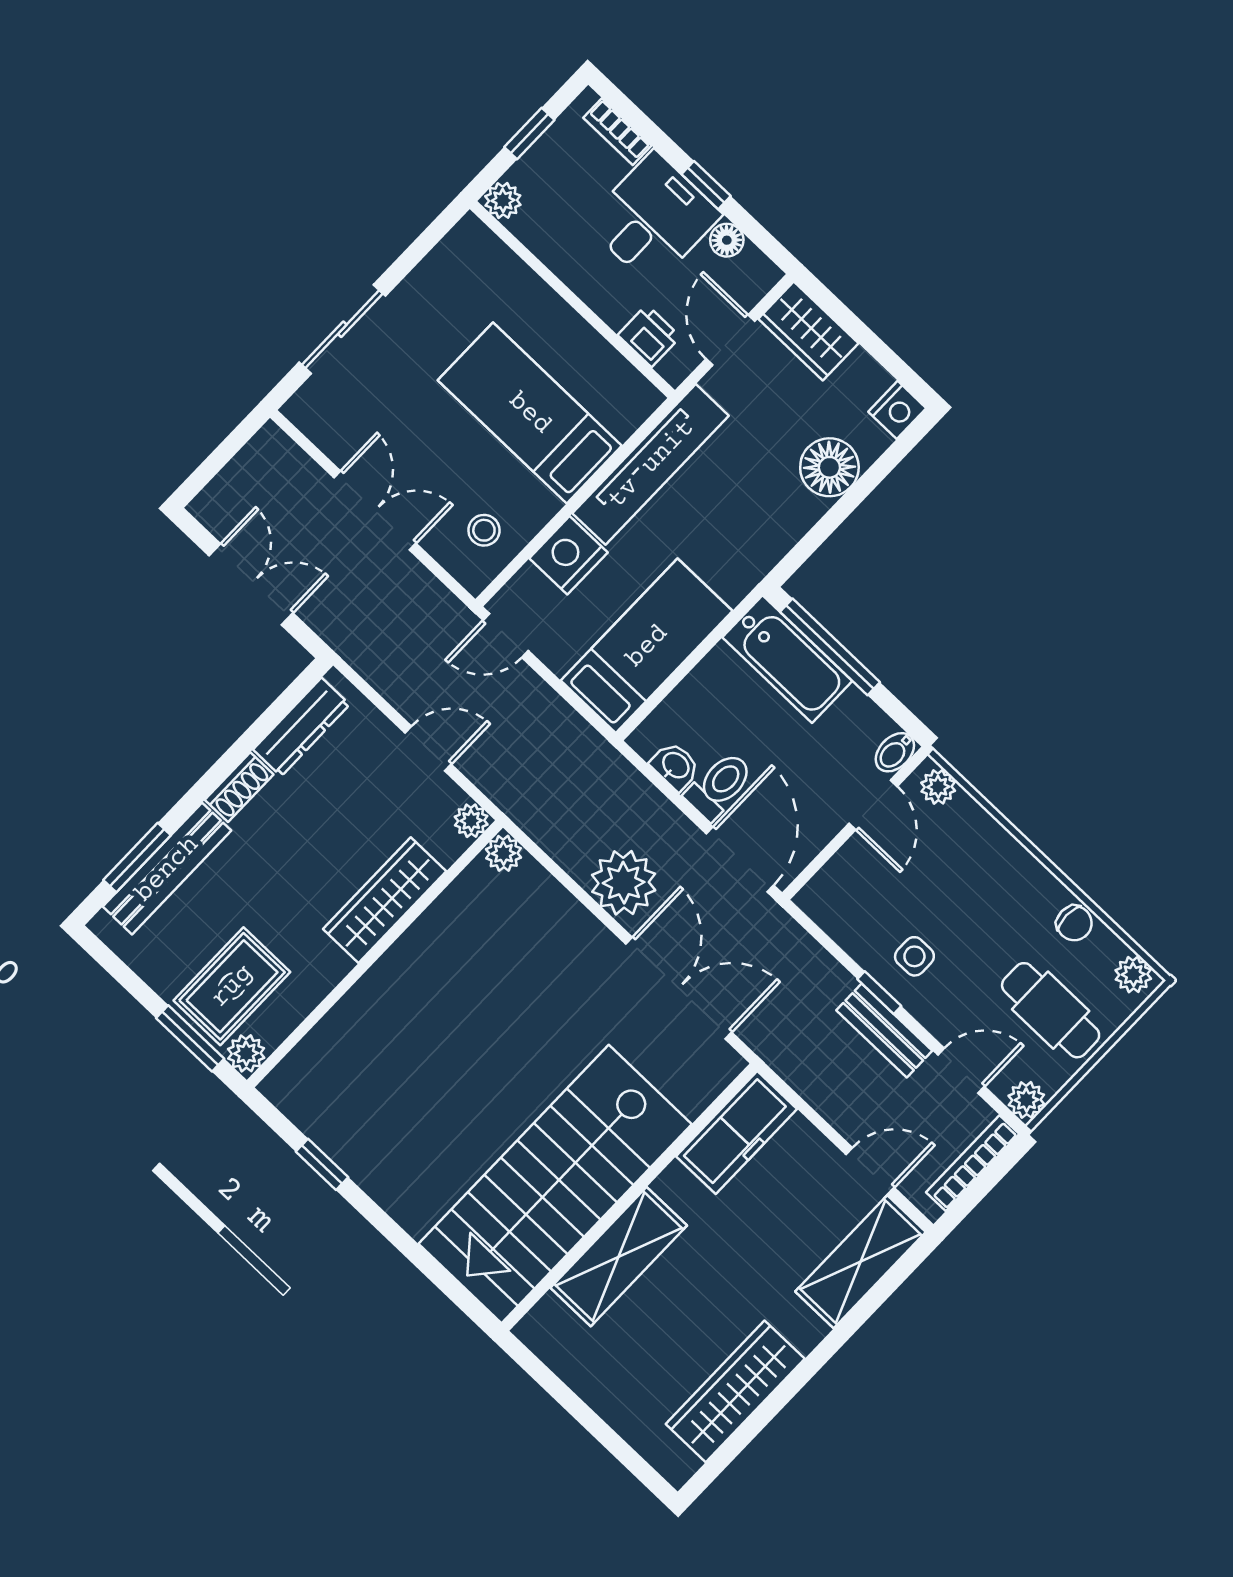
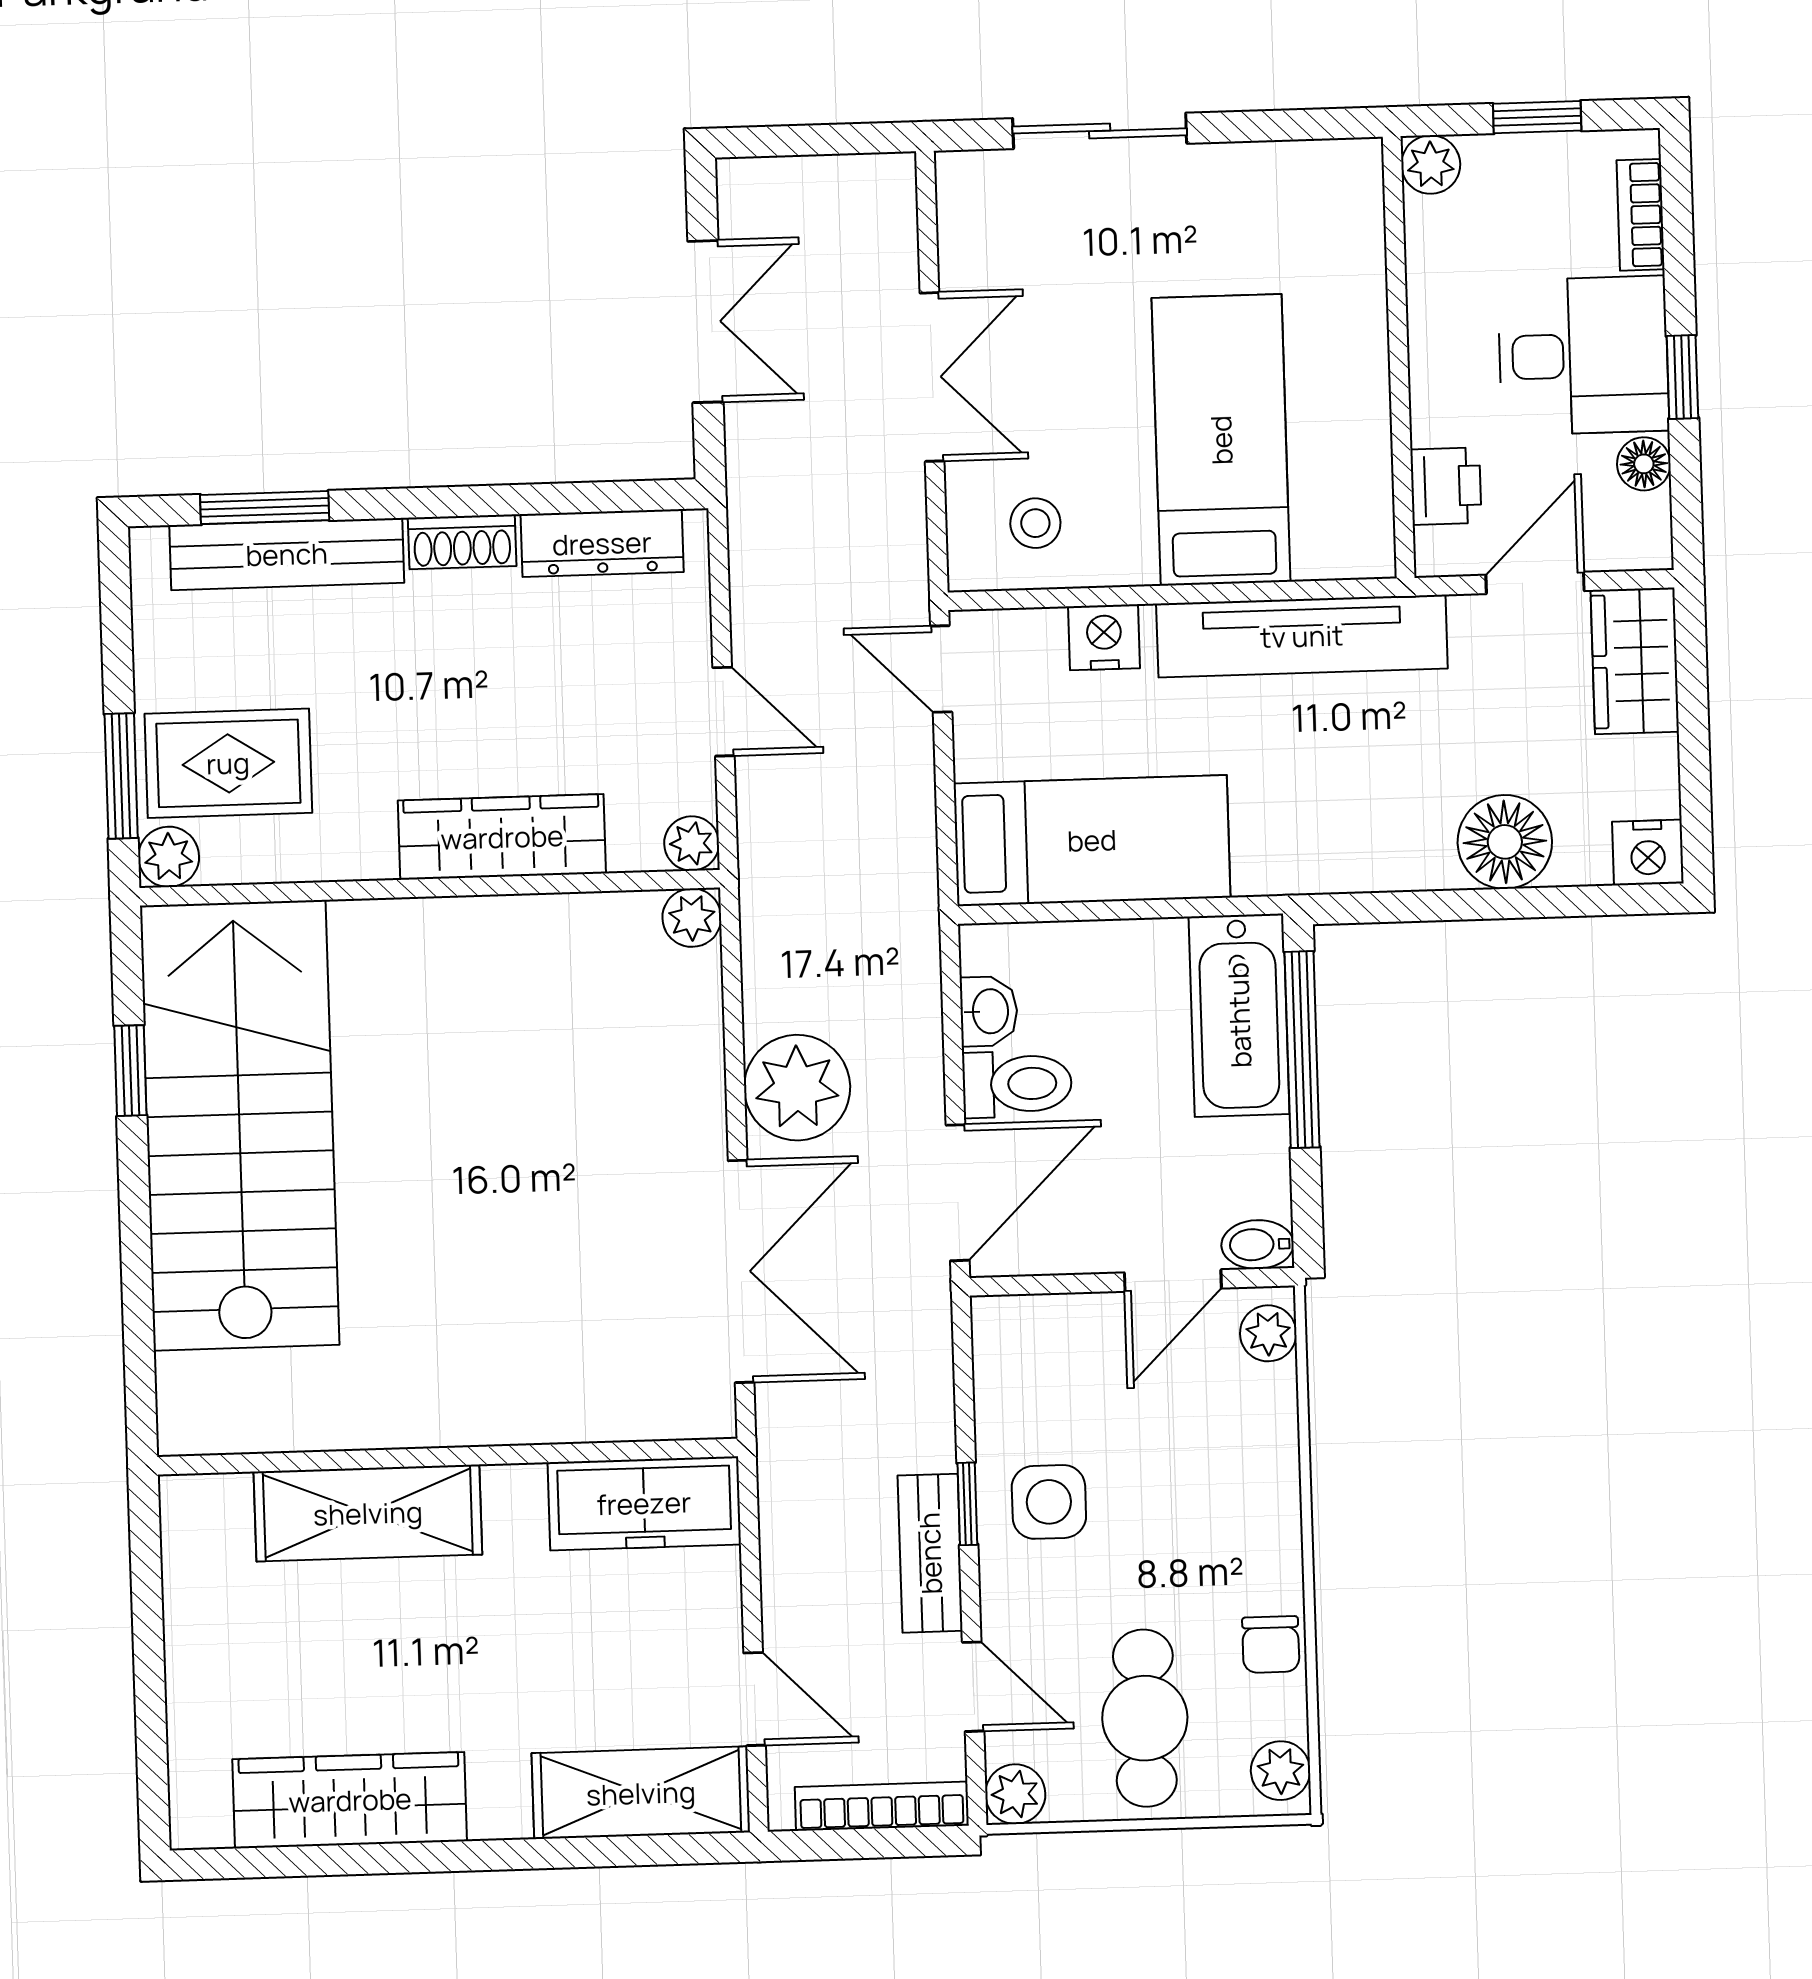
nightstand: (568, 555) -> (1104, 637), width x0.74, depth x0.75
side table: (914, 956) -> (1049, 1502), width x1.37, depth x1.37
stairs: (555, 1184) -> (240, 1125), moved, turned 90

